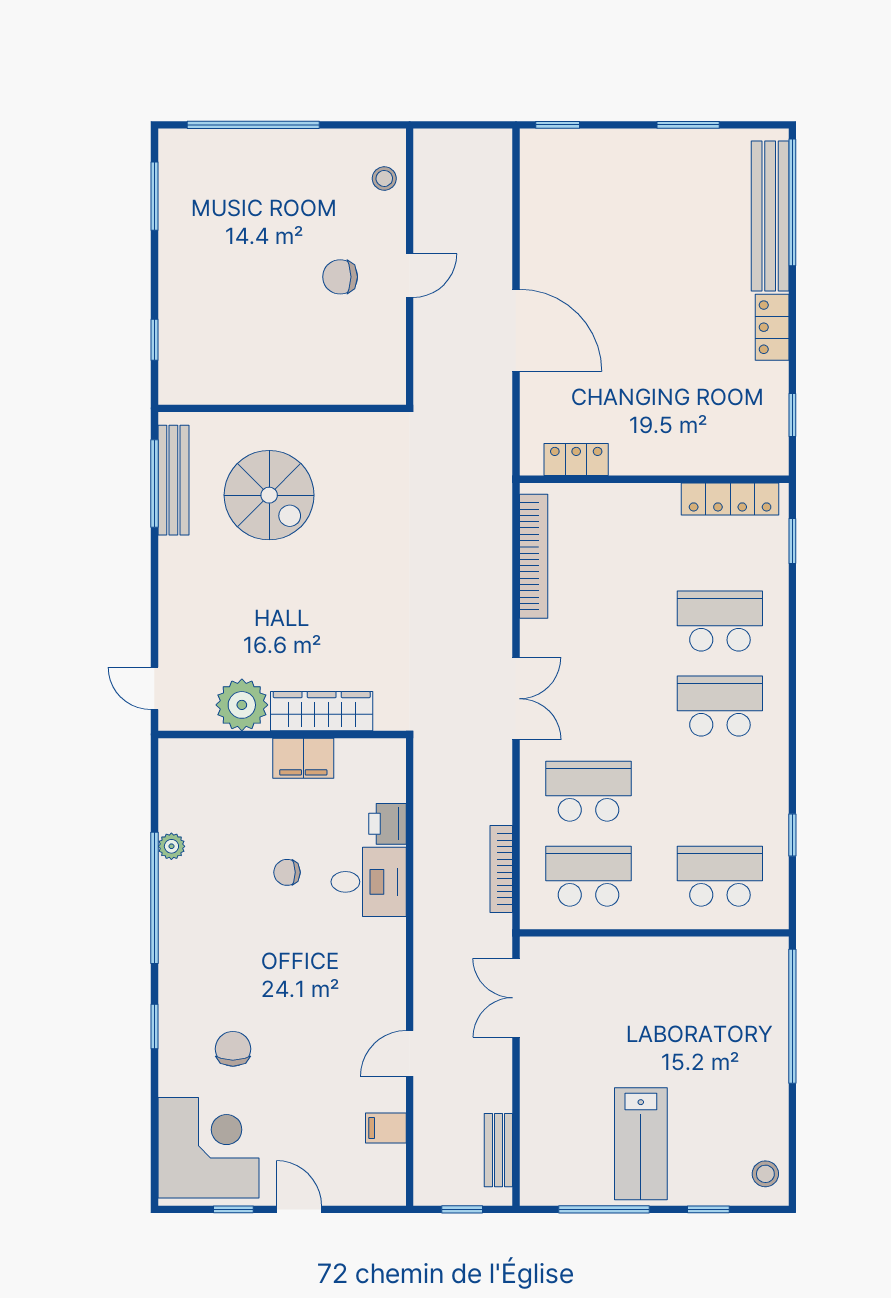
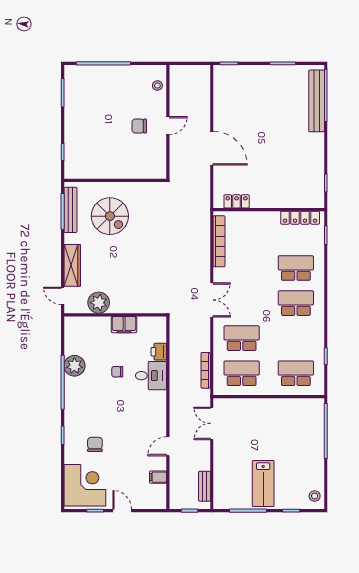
locker: (772, 327) -> (317, 147), removed
wardrobe: (322, 711) -> (72, 265), moved, turned 90
plant: (171, 846) -> (74, 366), width x1.87, depth x1.87

